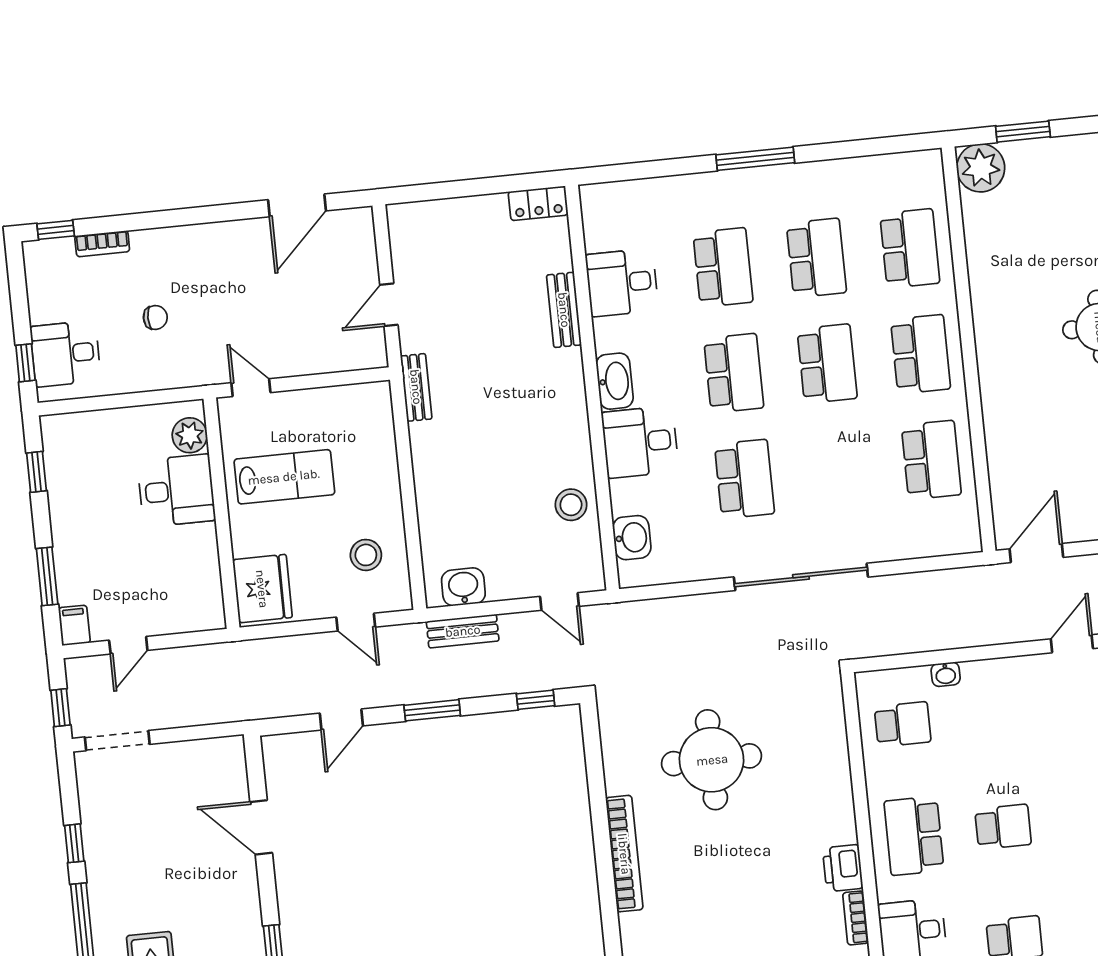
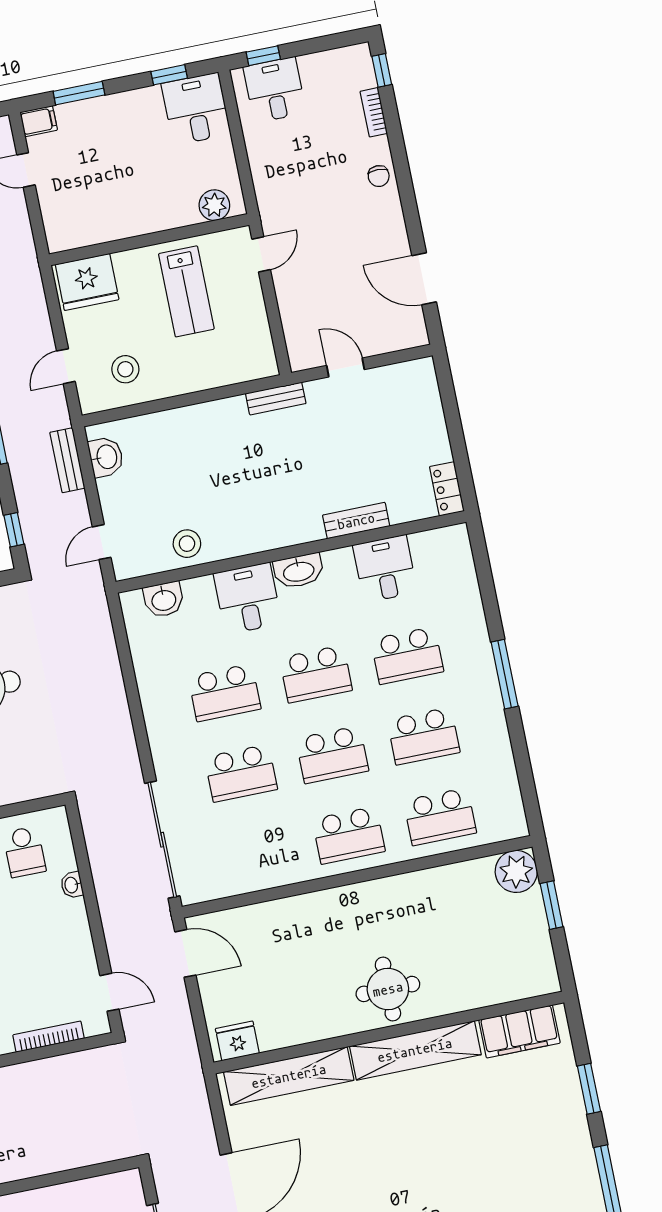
chair: (155, 317) -> (379, 176), moved
school desk: (931, 460) -> (241, 773), moved
desk: (176, 491) -> (196, 109), moved, turned 180
sliding door: (801, 577) -> (162, 840), moved

